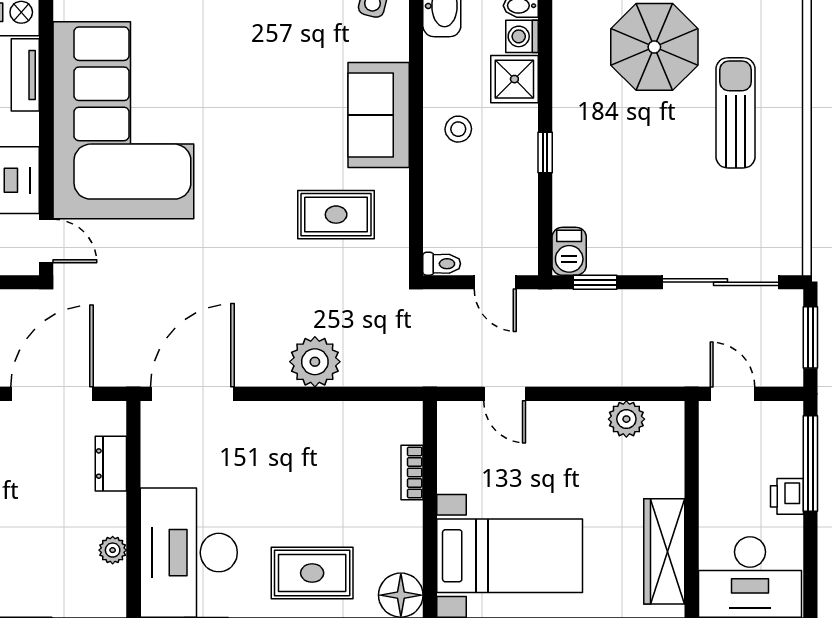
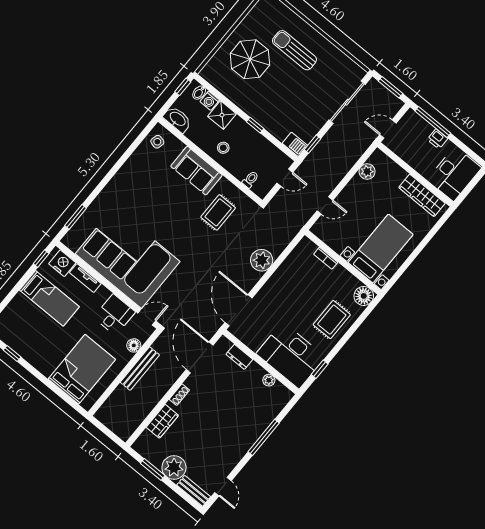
toilet: (442, 264) -> (250, 179), moved

